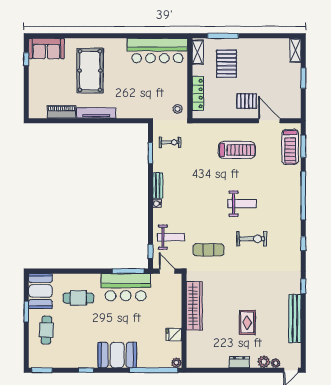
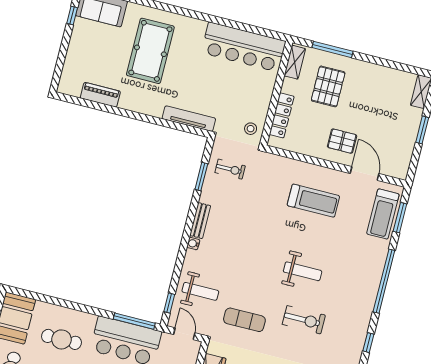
tv unit: (96, 113) -> (189, 119), moved

